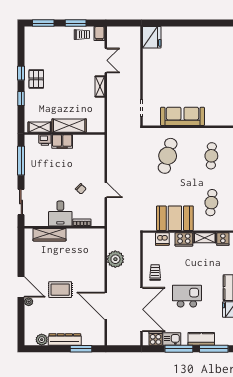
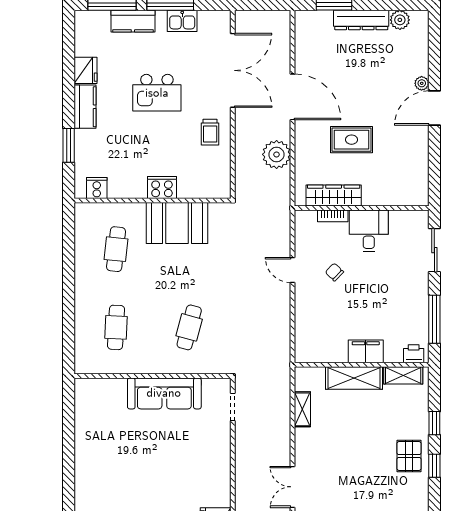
shelving: (100, 86) -> (302, 409), moved
printer: (45, 140) -> (414, 354), moved
cafe table: (168, 156) -> (189, 327), width x0.73, depth x0.74
wardrobe: (49, 235) -> (334, 196), moved
shelving: (205, 238) -> (127, 190), removed
dishwasher: (162, 239) -> (198, 188), removed
door: (21, 287) -> (434, 108), hinge flipped
rug: (60, 290) -> (352, 140), moved
door: (106, 306) -> (293, 97), moved
double door: (142, 309) -> (233, 70), swing flipped
cooker: (156, 339) -> (209, 22), removed

